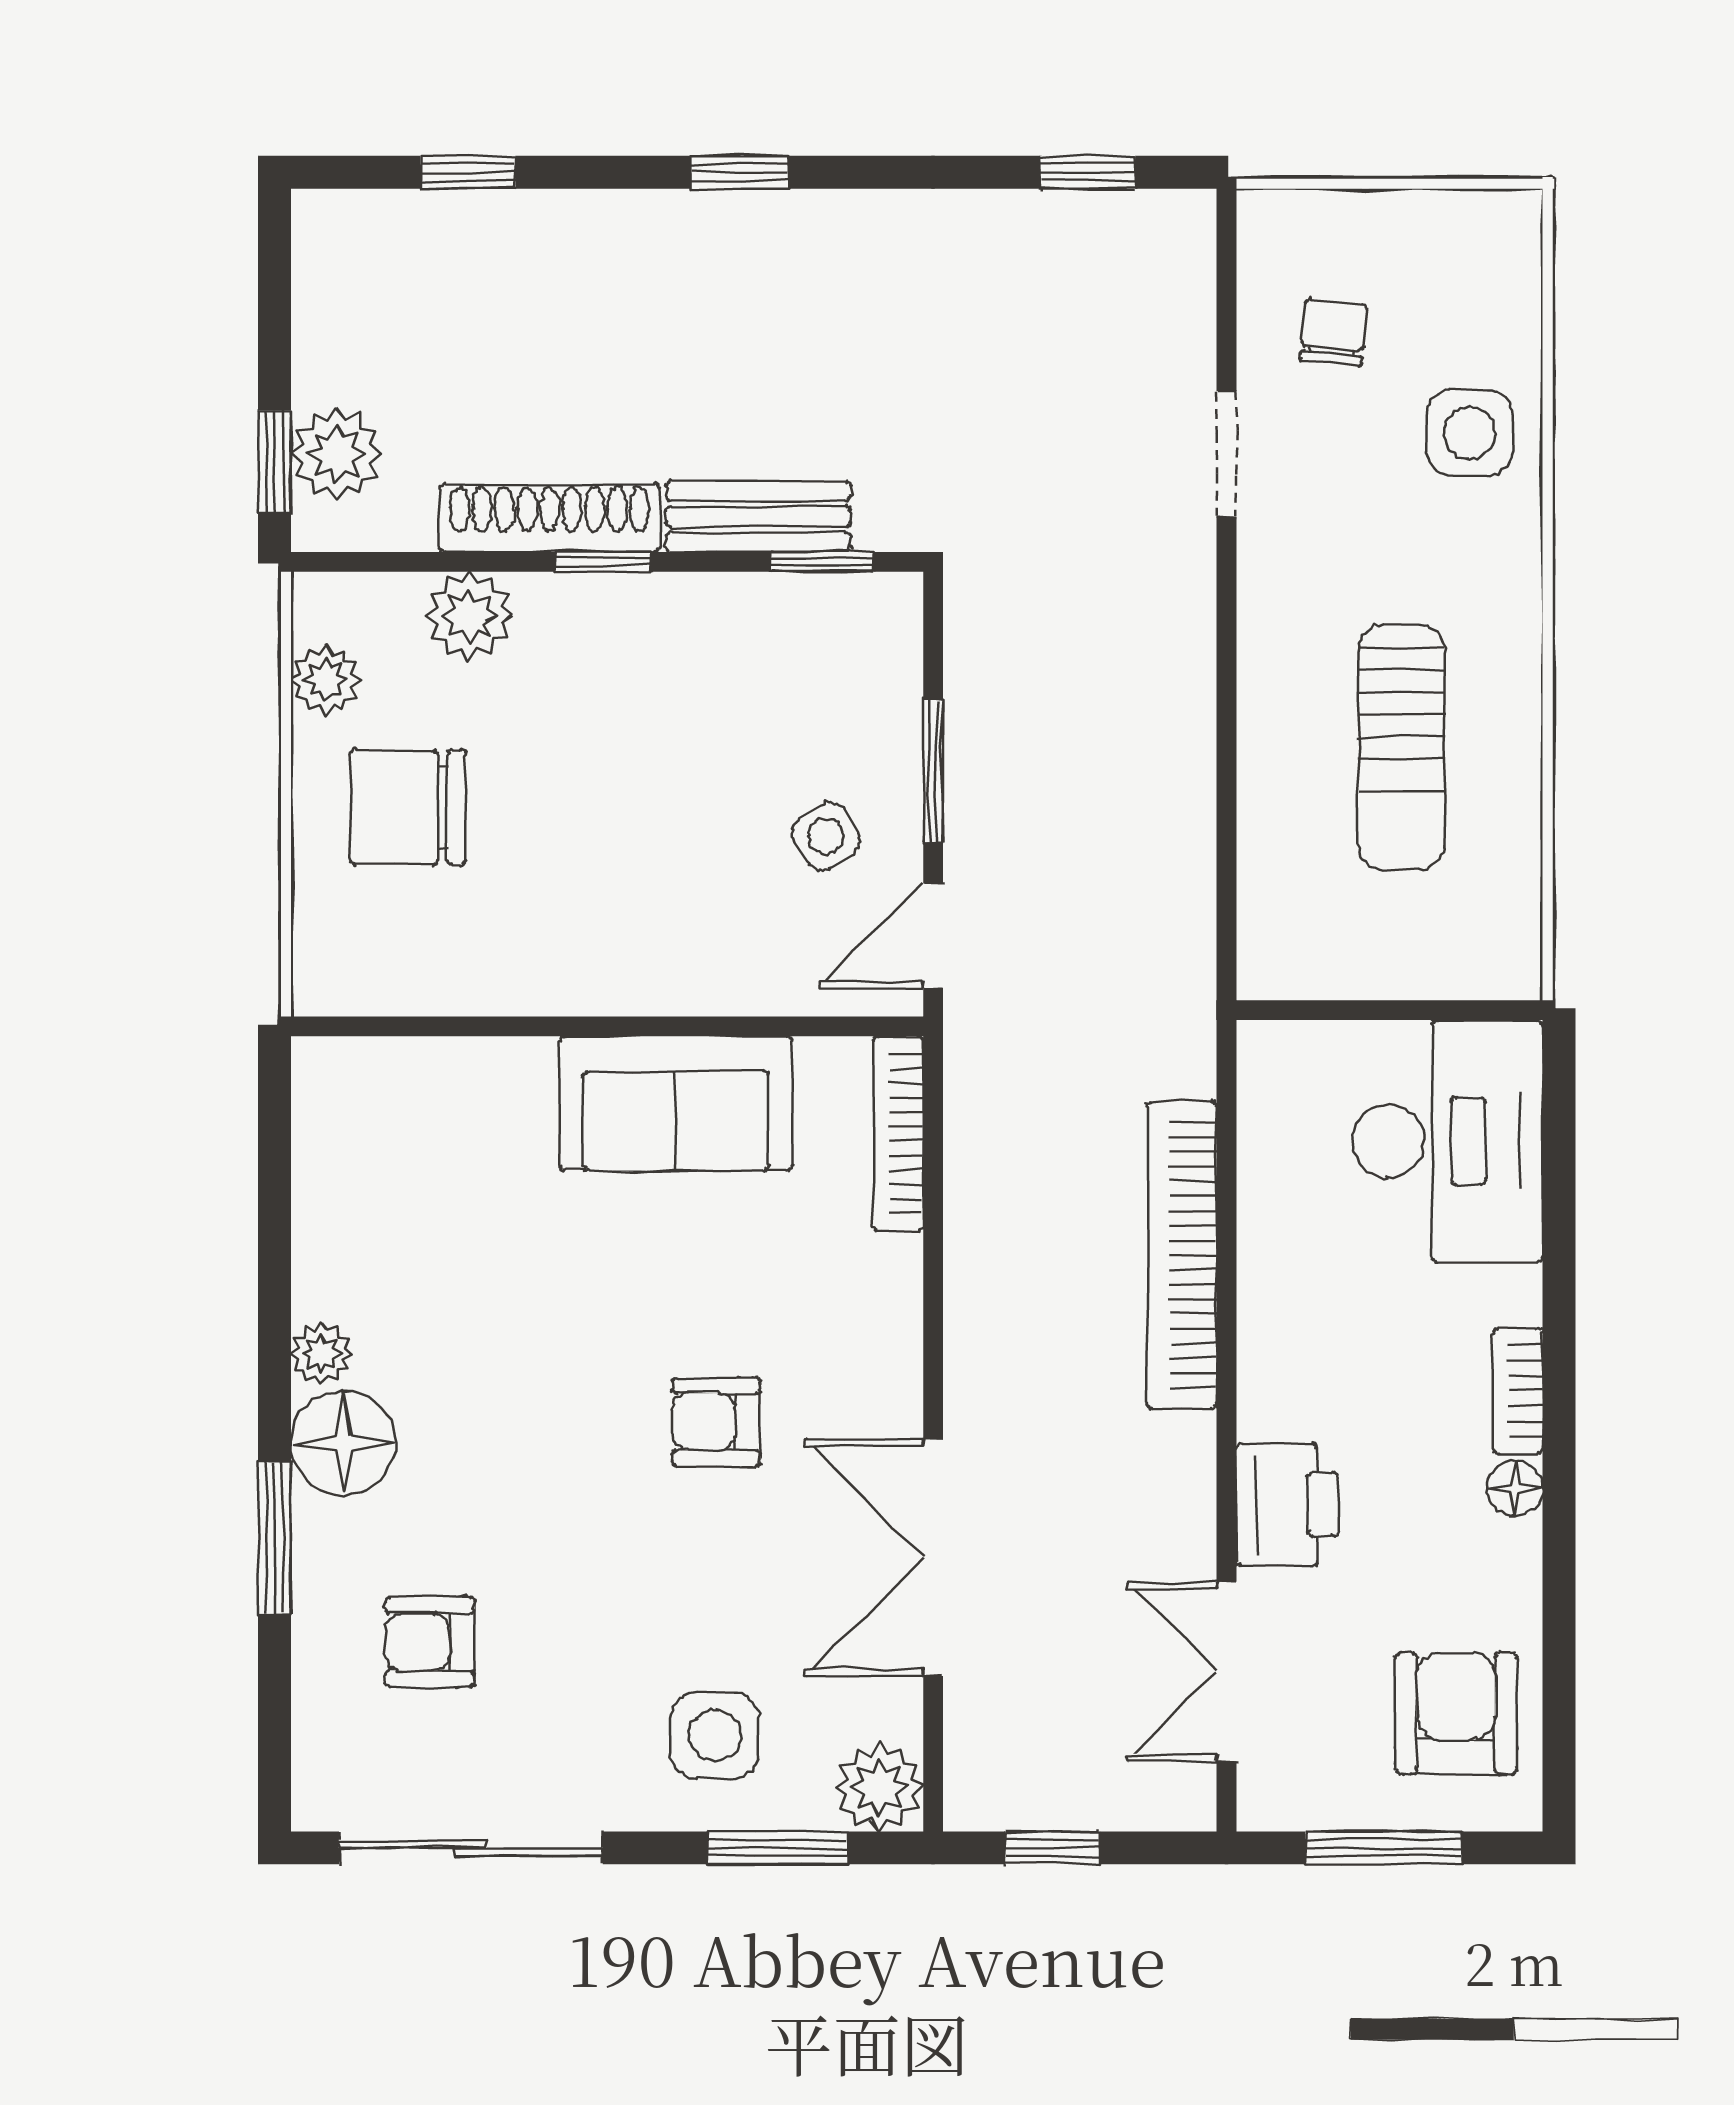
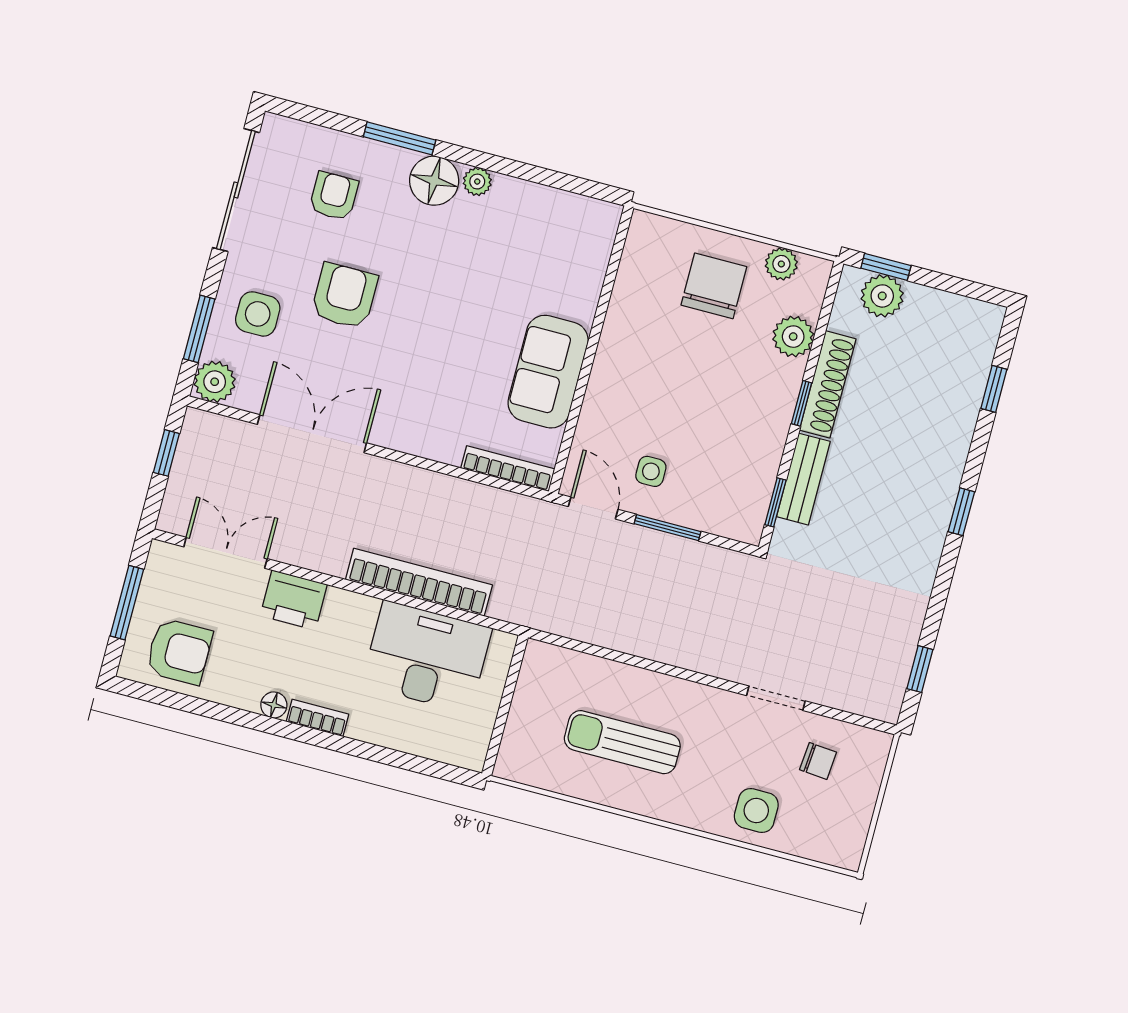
side table: (826, 836) -> (651, 471), turned 31
desk: (1448, 1141) -> (427, 657), moved, turned 180
armchair: (716, 1422) -> (344, 296), moved, width x1.38, depth x1.38

